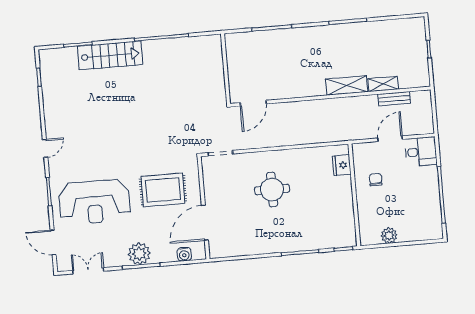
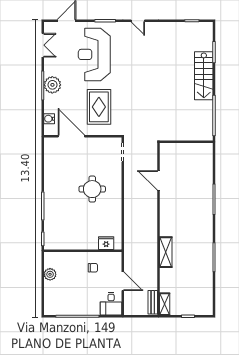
wall: (226, 69) -> (186, 142), moved
shelving: (383, 84) -> (165, 304), moved
bench: (394, 99) -> (153, 302), moved

